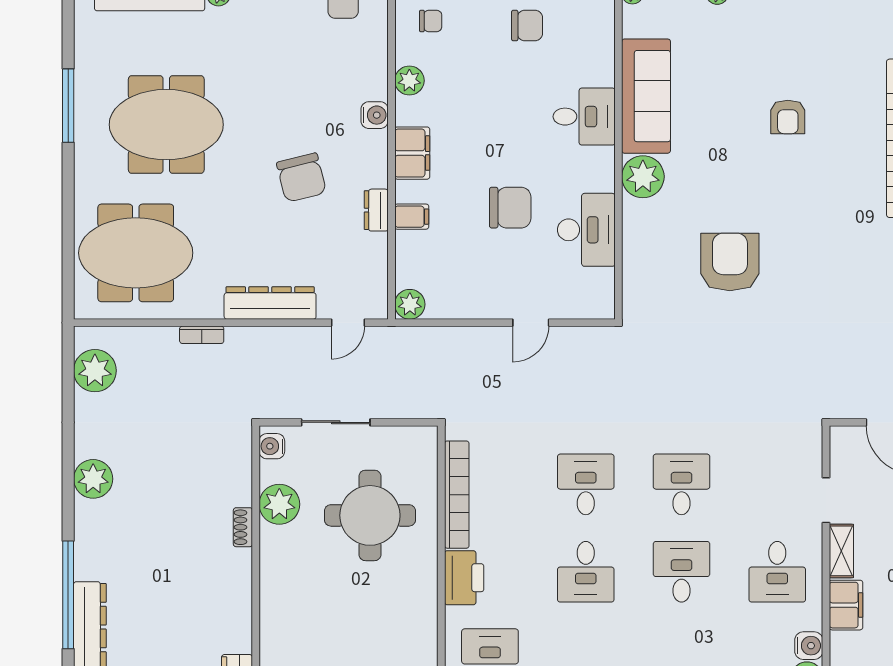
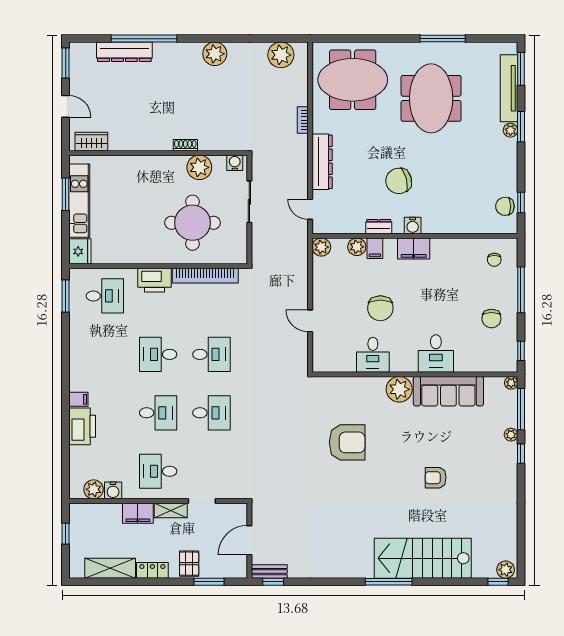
plant: (409, 81) -> (357, 247), moved
water cooler: (375, 115) -> (413, 226), moved
desk: (586, 230) -> (373, 355), width x0.73
meeting table: (136, 253) -> (353, 80), turned 90

